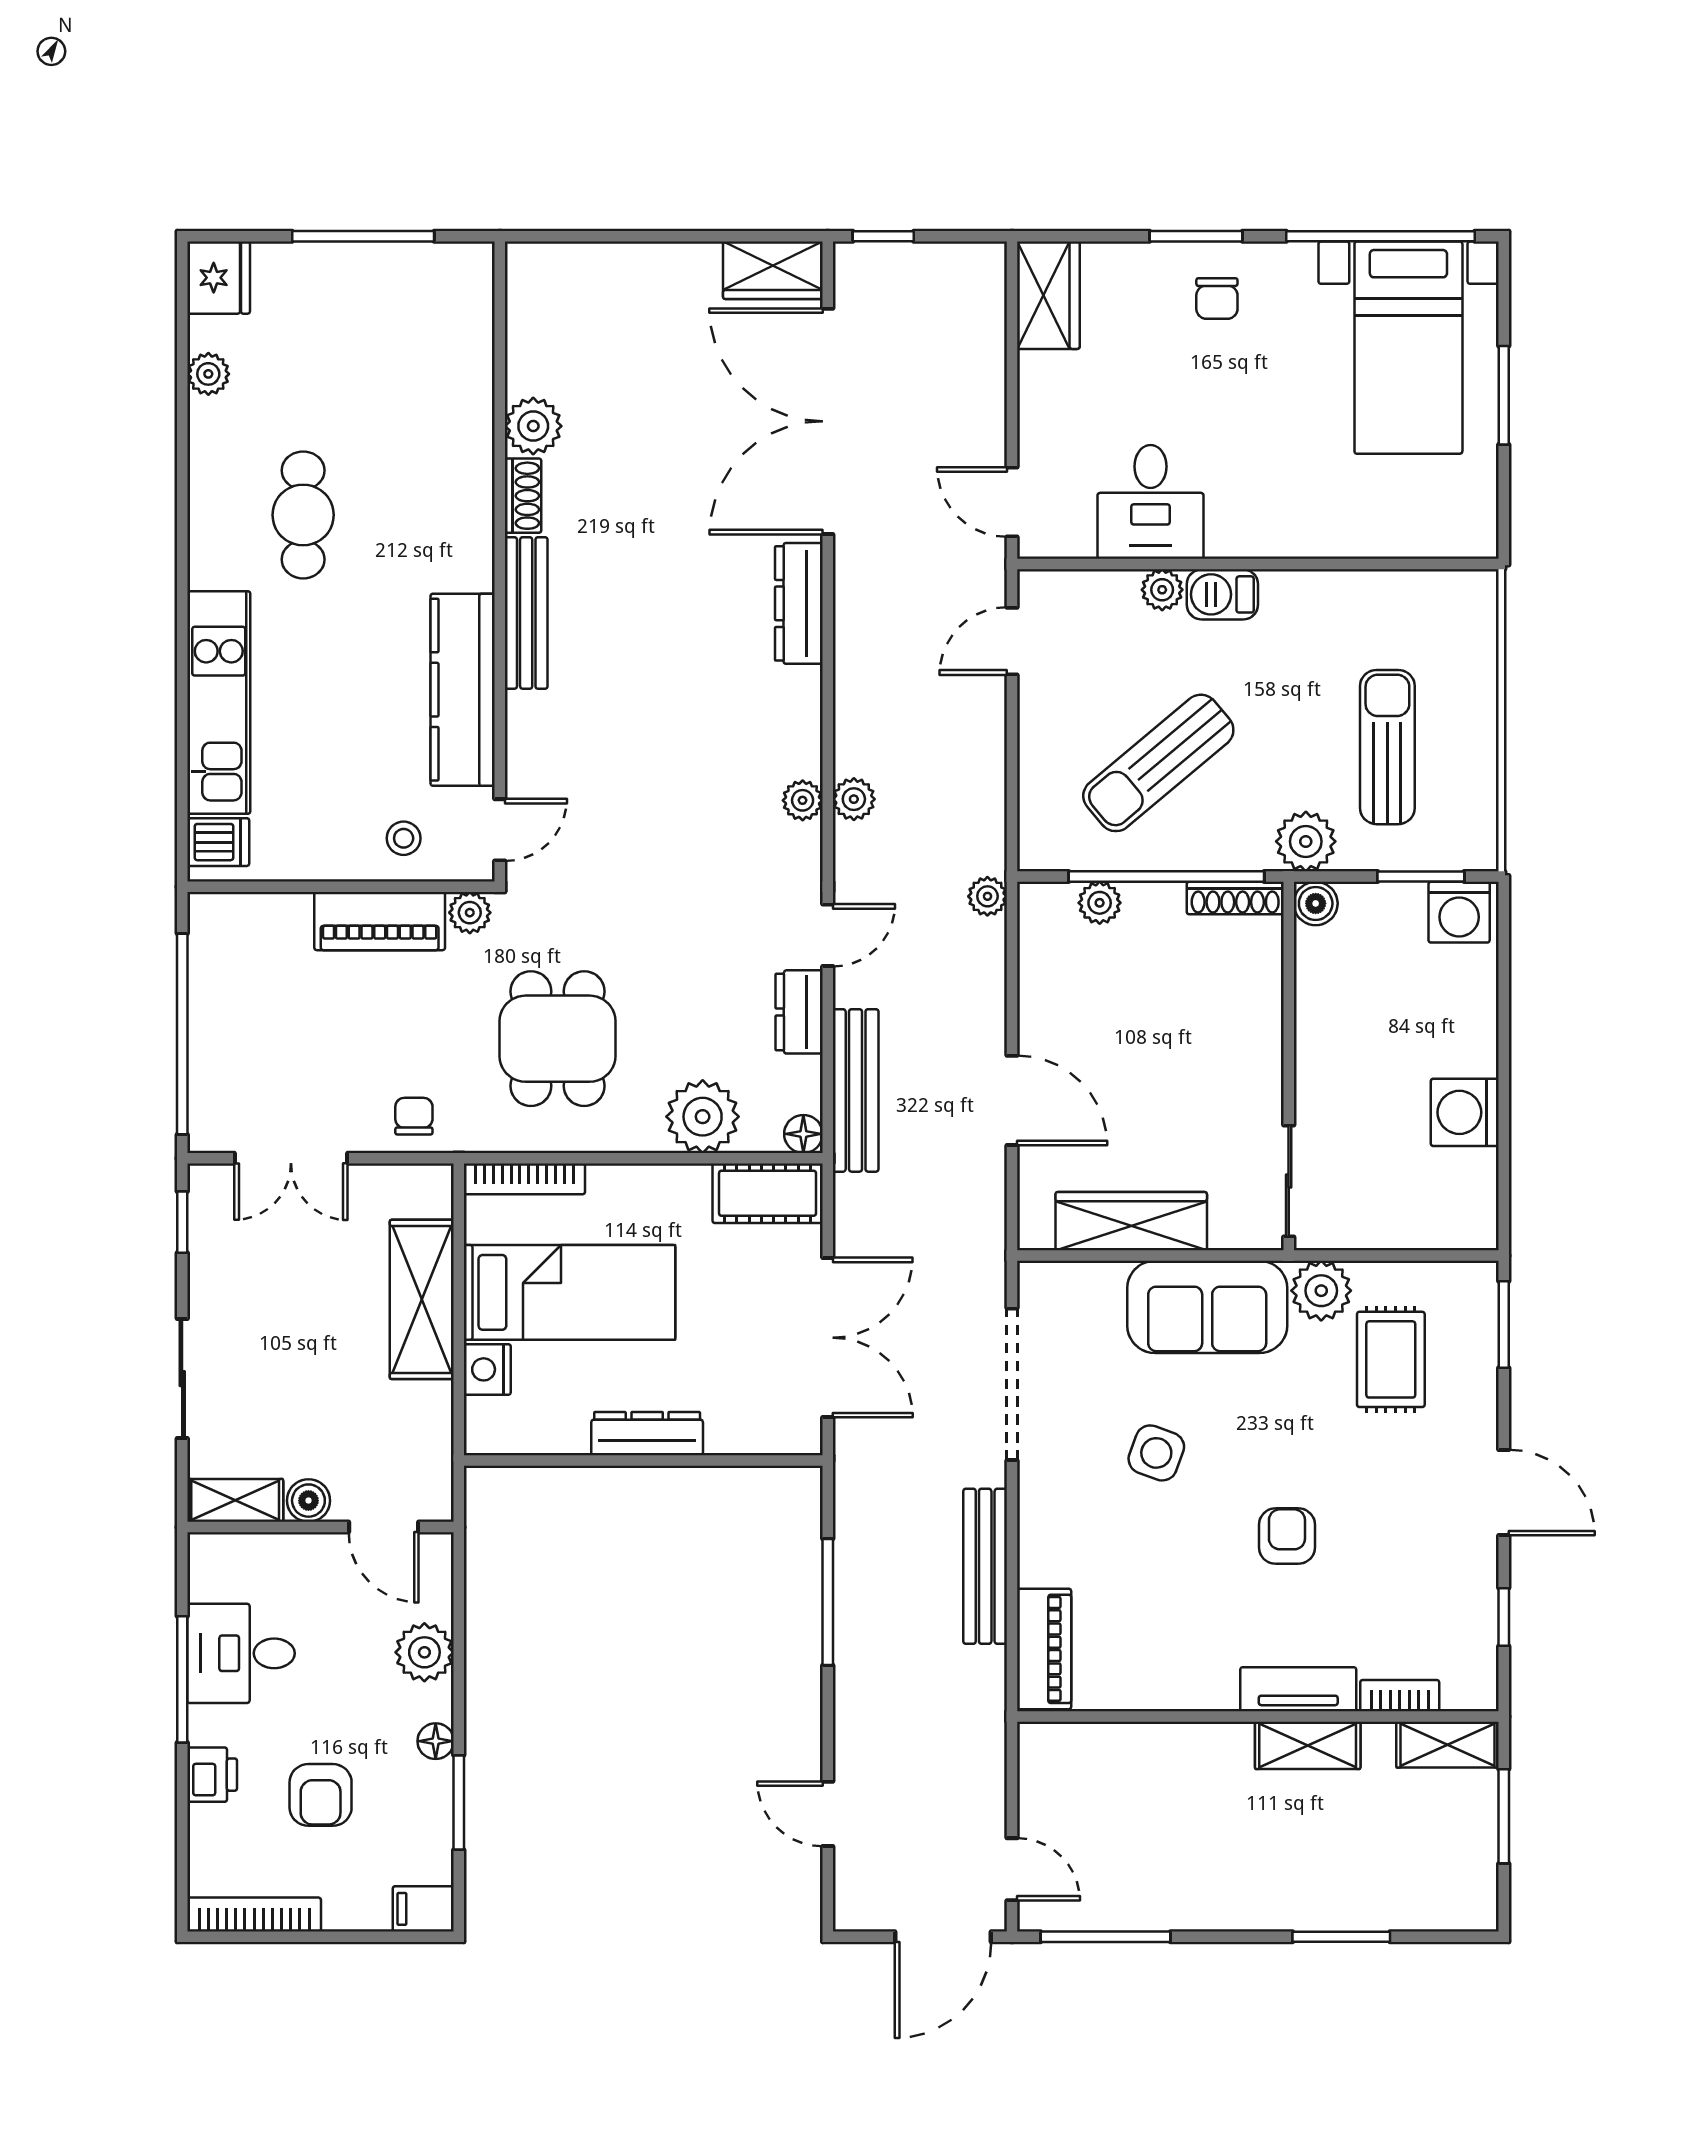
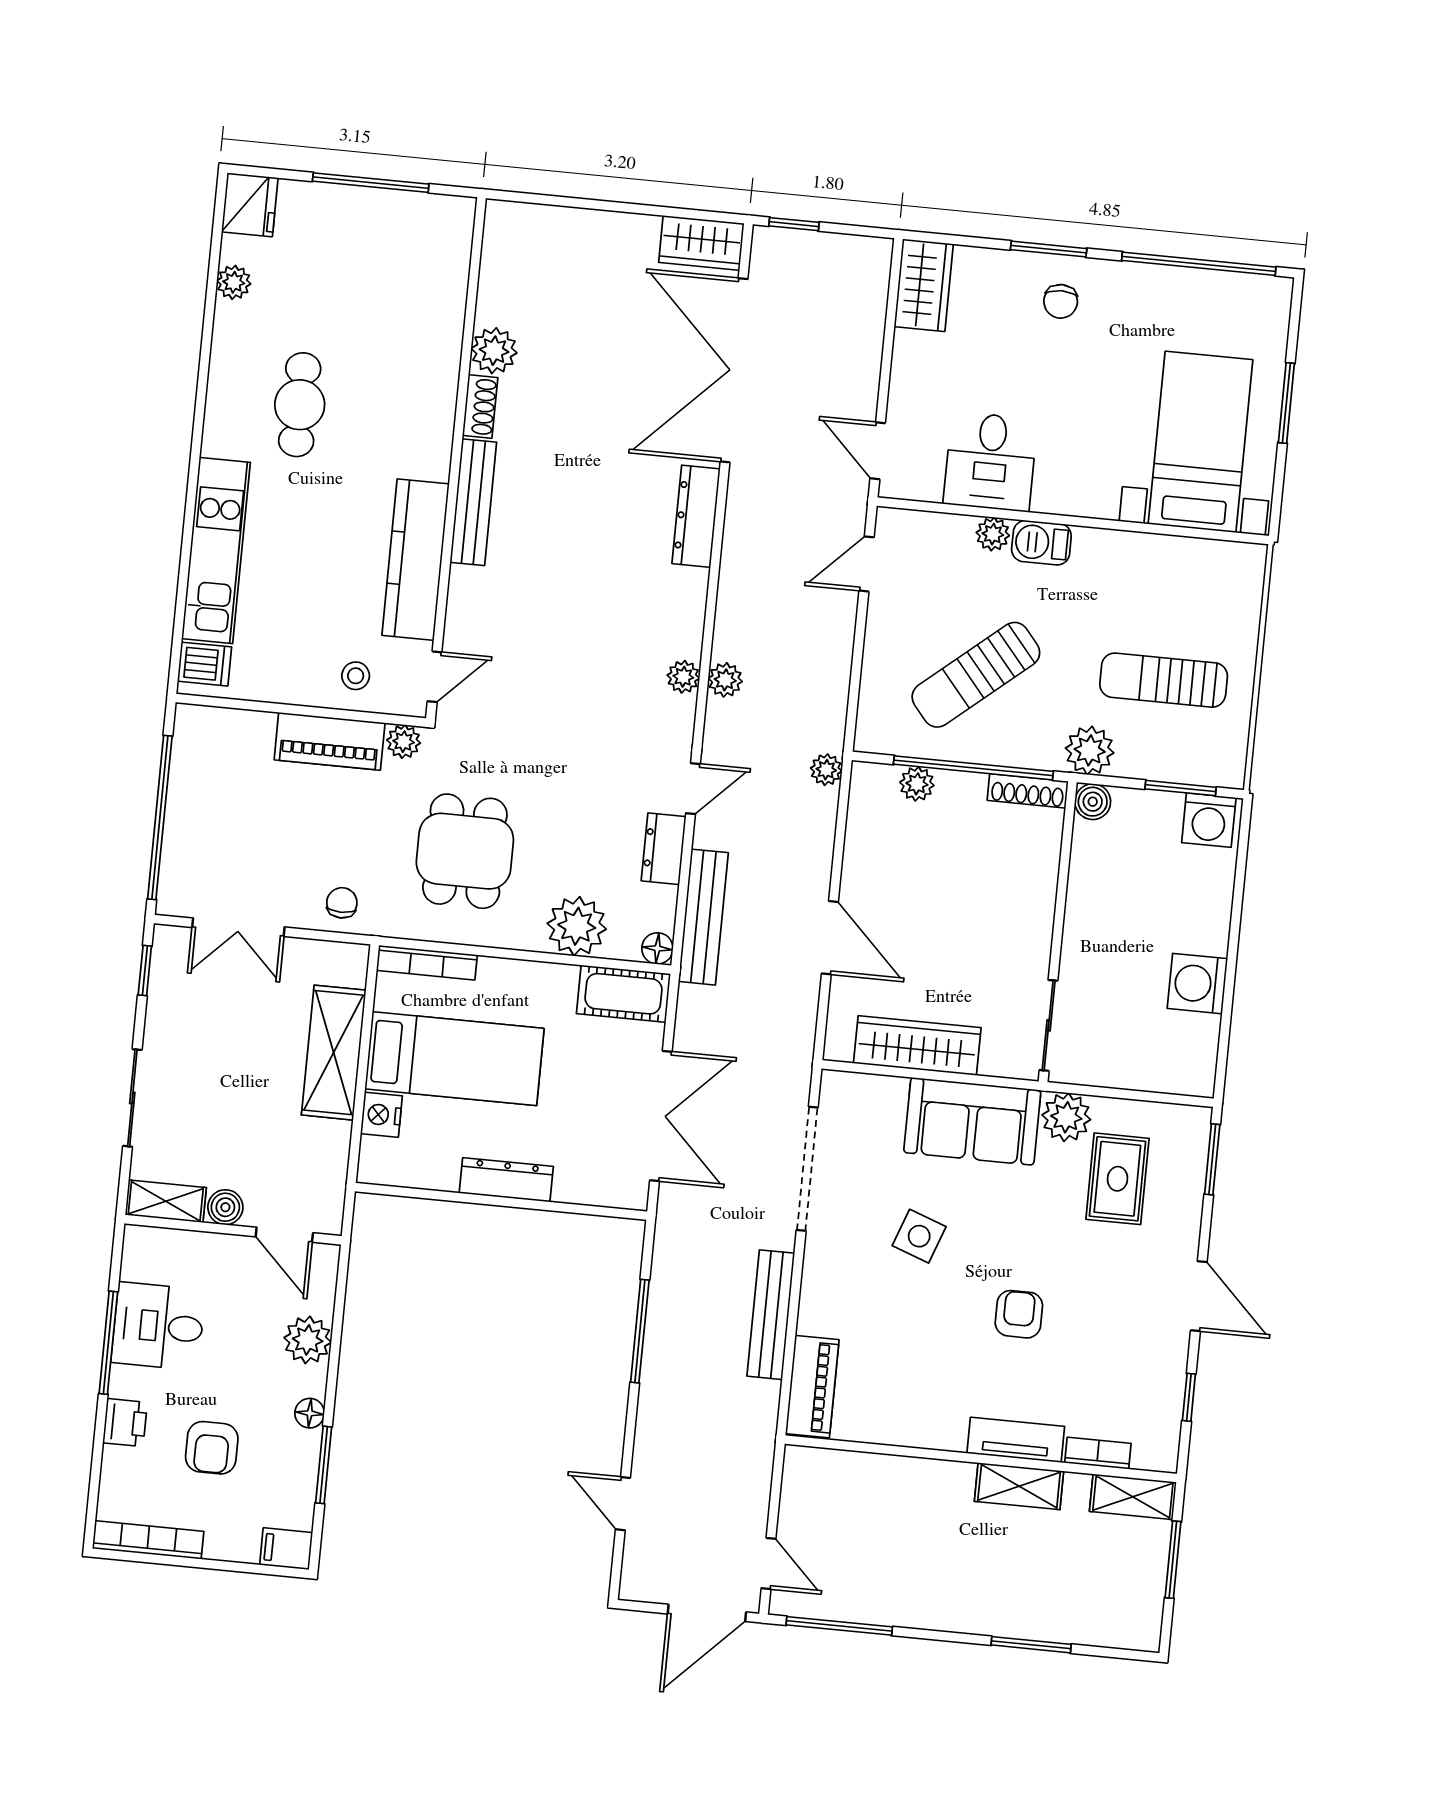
bed with nightstands: (1408, 348) -> (1201, 442), moved, turned 180
sun lounger: (1387, 747) -> (1164, 680), turned -90

